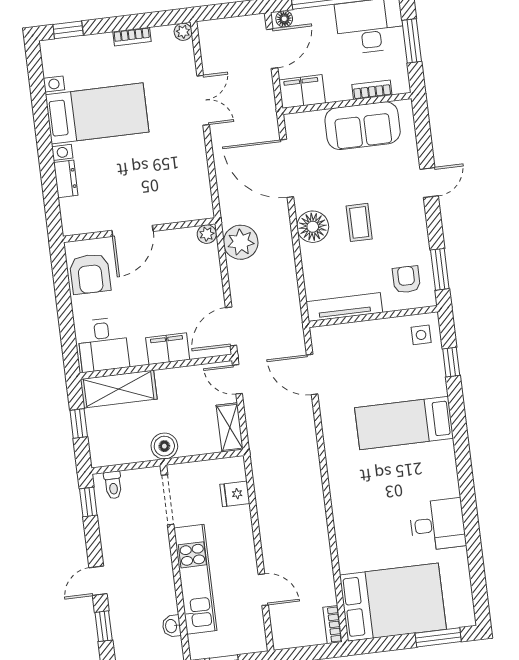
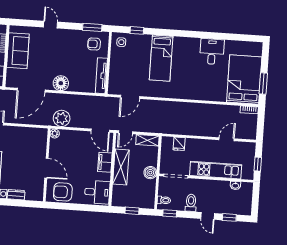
coffee table: (359, 222) -> (63, 61), removed
armchair: (90, 274) -> (63, 192), turned 180
shelving: (119, 389) -> (121, 167), moved
toilet: (118, 541) -> (191, 203), added
window: (438, 637) -> (263, 84), moved

